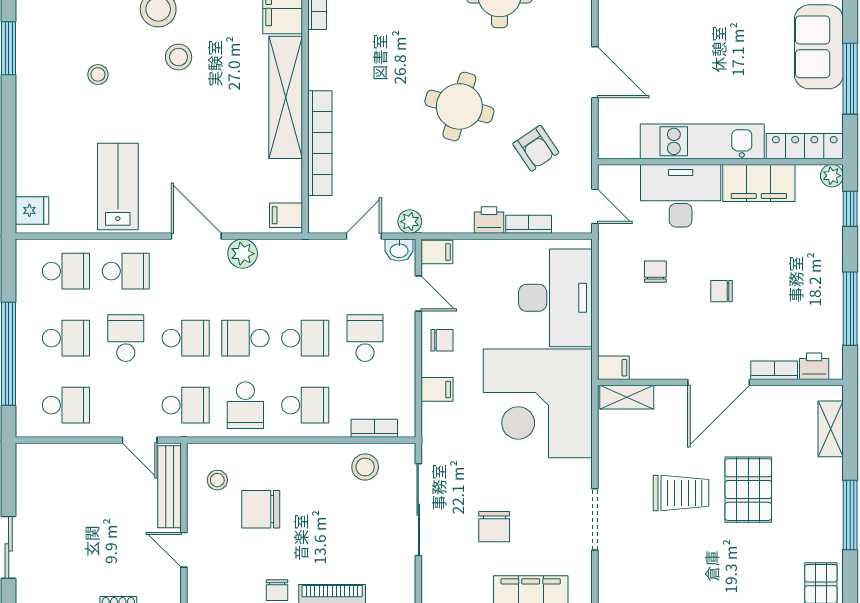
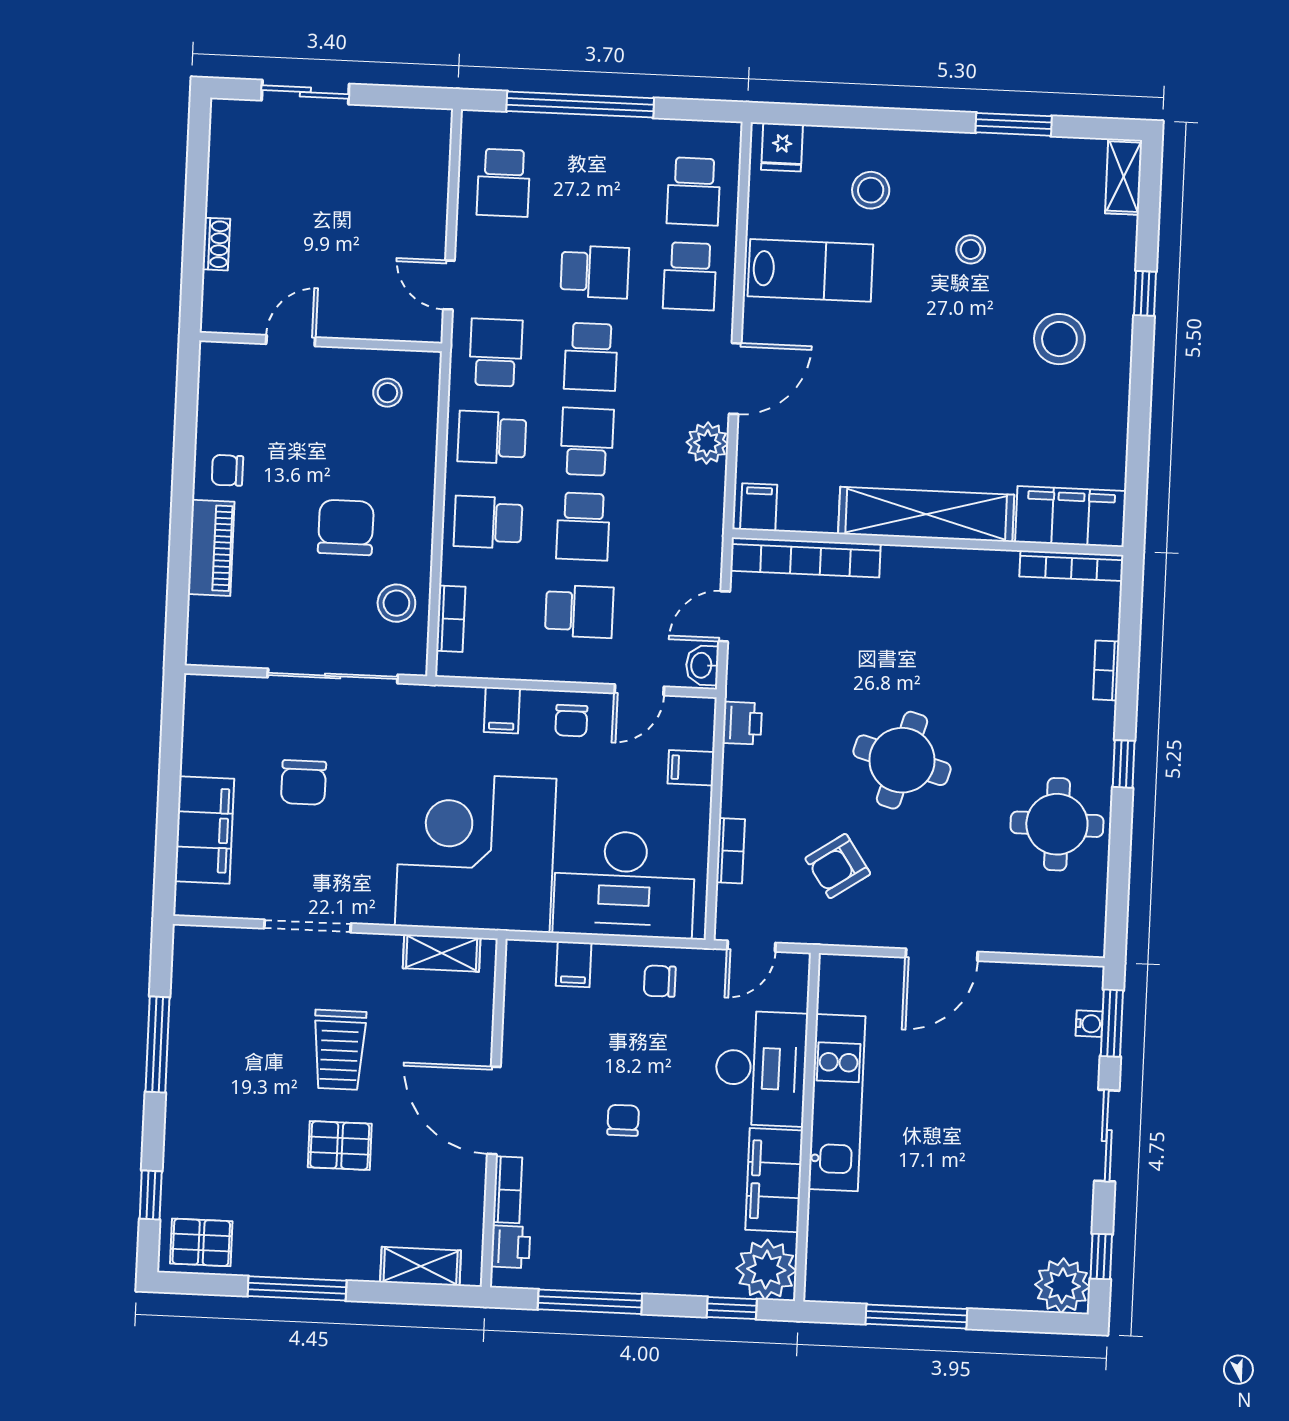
sofa: (819, 47) -> (963, 1274), removed
stool: (179, 57) -> (871, 190), moved
bookcase: (320, 143) -> (805, 557), moved
locker: (805, 146) -> (824, 1248), removed
plant: (832, 176) -> (766, 1270), width x1.88, depth x1.88
printer: (489, 220) -> (742, 723), moved
plant: (410, 222) -> (742, 682), removed
door: (364, 236) -> (724, 616), swing flipped
filing cabinet: (437, 252) -> (691, 768), moved, turned 90
chair: (655, 272) -> (660, 981), moved, turned 180
school desk: (66, 338) -> (599, 187), removed
filing cabinet: (613, 368) -> (574, 964), moved
shelving: (627, 397) -> (442, 953), moved, turned 90
school desk: (186, 405) -> (496, 352), turned 180
school desk: (305, 405) -> (488, 522), turned 90
door: (140, 440) -> (449, 285), hinge flipped
bench: (169, 487) -> (381, 324), removed
pallet: (748, 490) -> (340, 1145), width x0.67, depth x0.71
chair: (261, 509) -> (346, 527), moved
chair: (494, 527) -> (304, 782), turned -90

